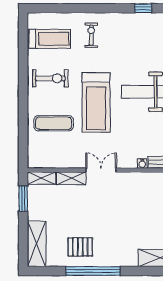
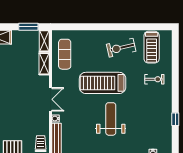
exercise bike: (50, 78) -> (121, 48), turned 77
exercise mat: (54, 123) -> (65, 54), moved
double door: (101, 170) -> (50, 99), moved

